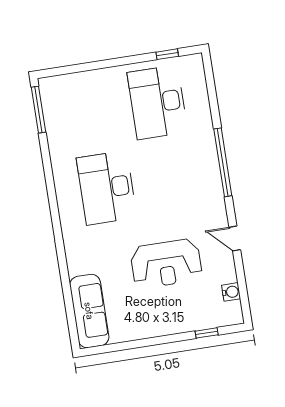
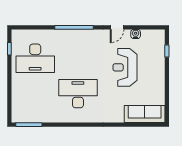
desk: (107, 188) -> (78, 94), turned 180
reception desk: (166, 264) -> (125, 67), turned 180
water cooler: (231, 292) -> (136, 34), moved

